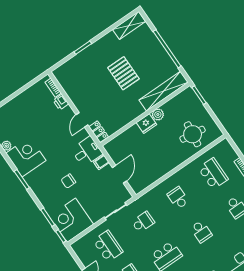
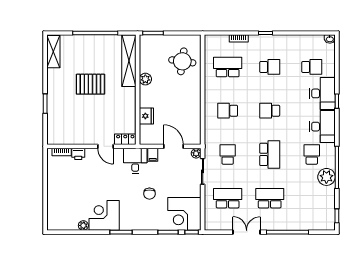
fridge: (146, 124) -> (146, 116), moved
plant: (126, 196) -> (196, 153), added
school desk: (201, 232) -> (270, 111), turned 180

